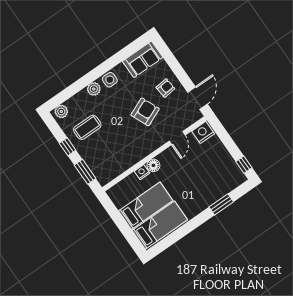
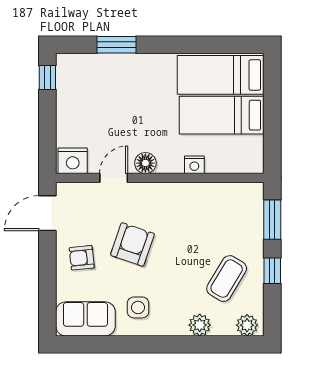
side table: (110, 80) -> (138, 307), moved
plant: (94, 89) -> (200, 325), moved
armchair: (145, 112) -> (132, 244), turned 132
coffee table: (87, 127) -> (227, 279), turned -59
floor lamp: (153, 165) -> (145, 163), moved

